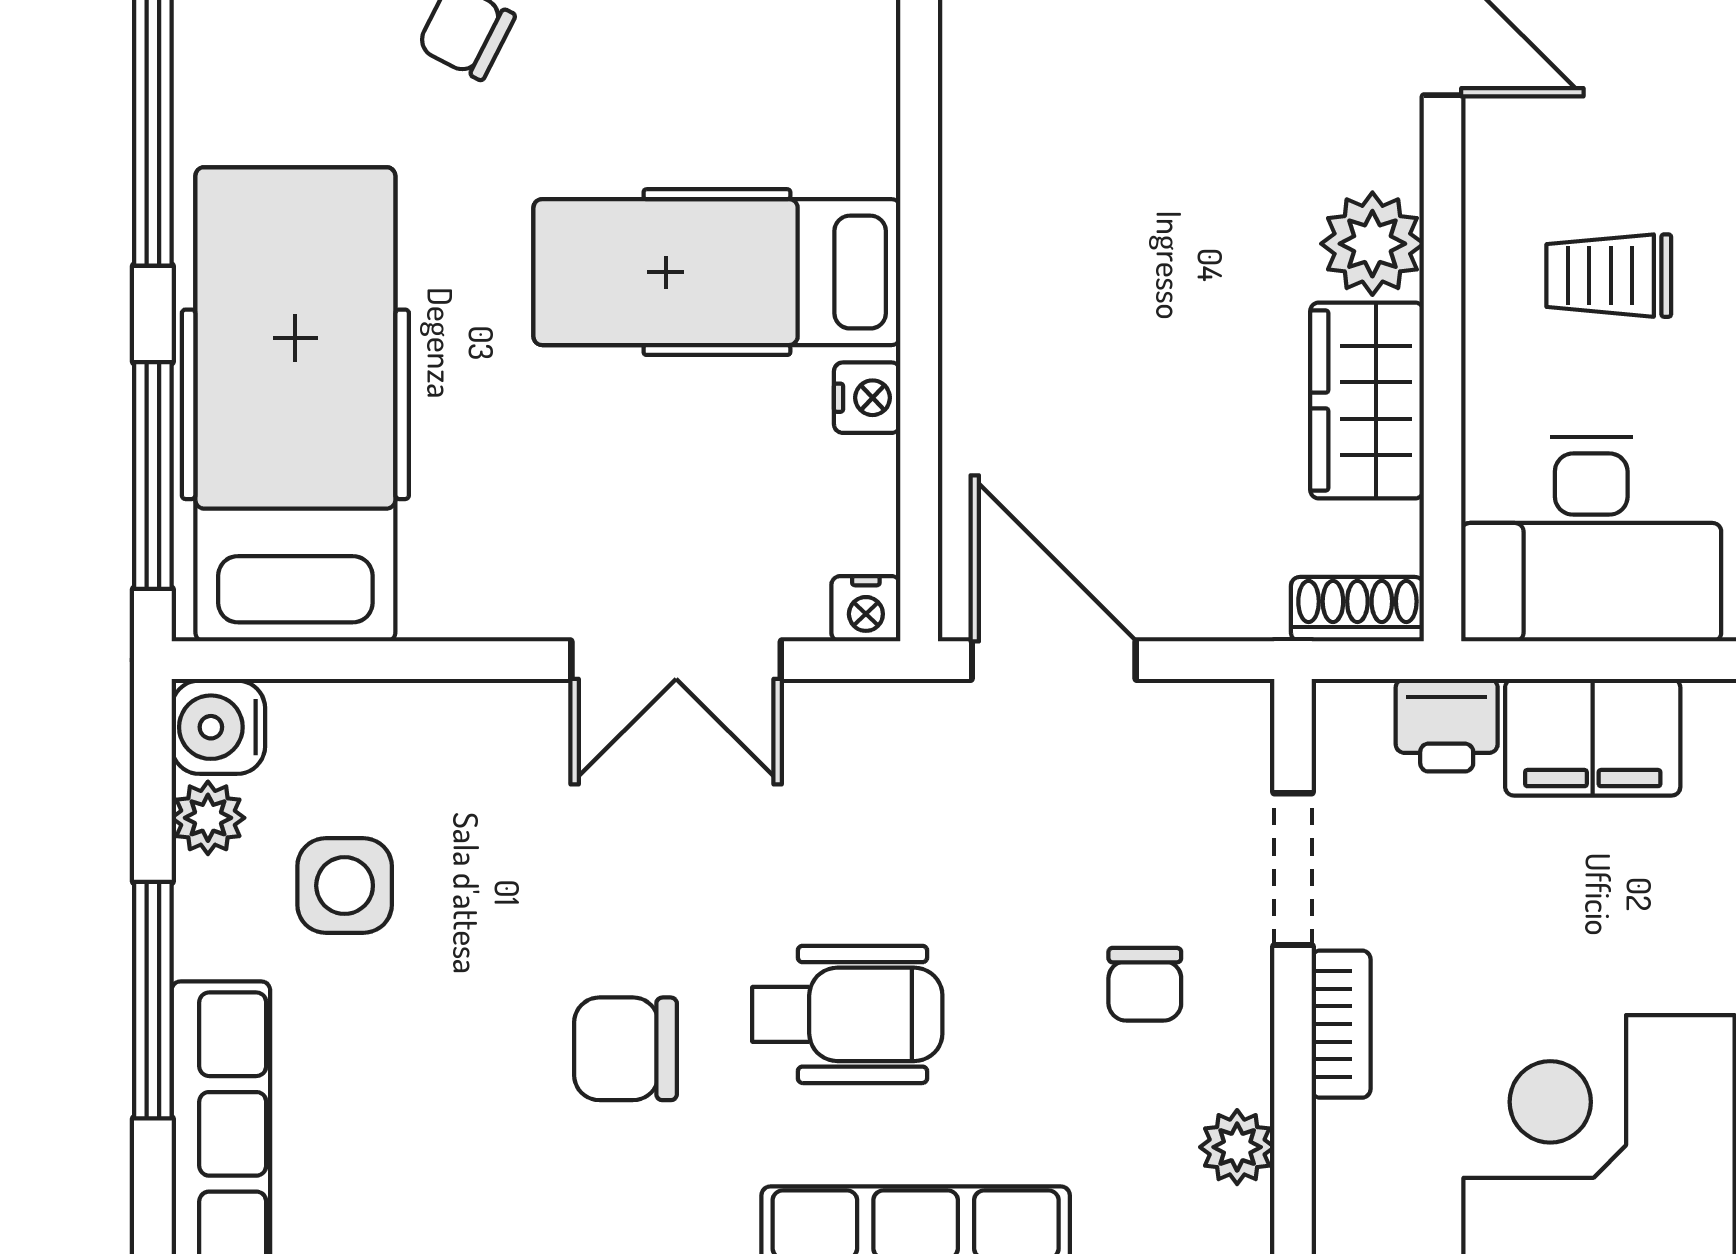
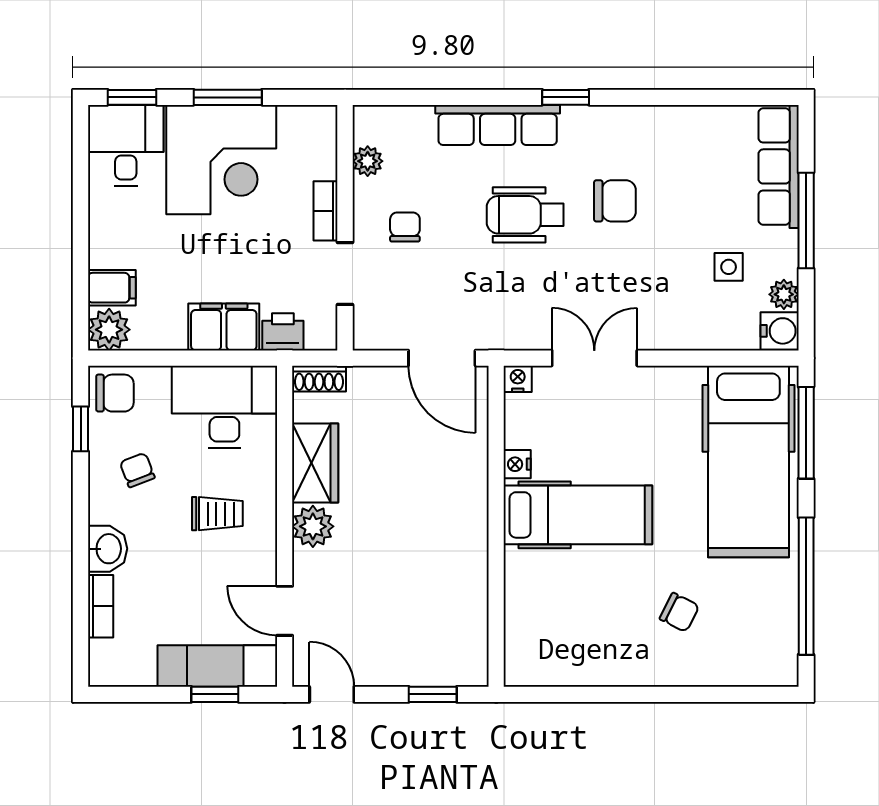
side table: (345, 886) -> (729, 267), width x0.73, depth x0.73

